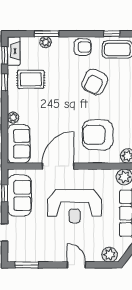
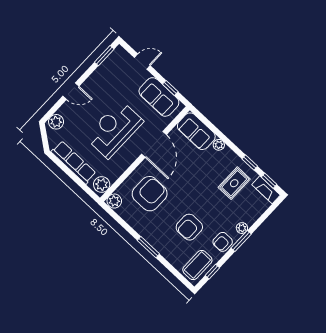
window: (47, 34) -> (241, 241), moved
plant: (45, 42) -> (242, 228), moved
armchair: (95, 82) -> (189, 227), turned -116

